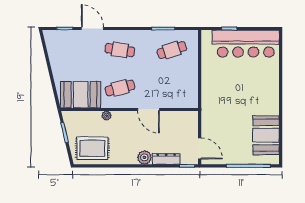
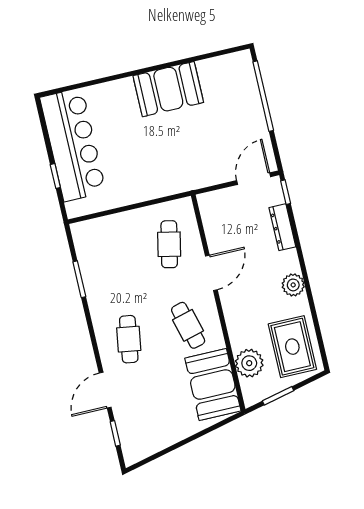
cafe table: (172, 50) -> (169, 244), moved, turned 30
plant: (107, 116) -> (249, 363), moved, width x1.87, depth x1.87
booth: (266, 135) -> (168, 89), moved
plant: (144, 157) -> (293, 285), moved

